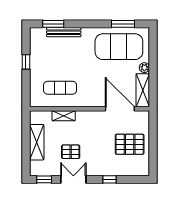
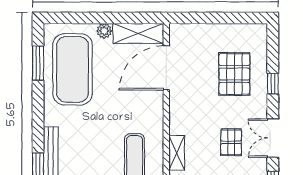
pallet: (130, 144) -> (234, 74), moved

